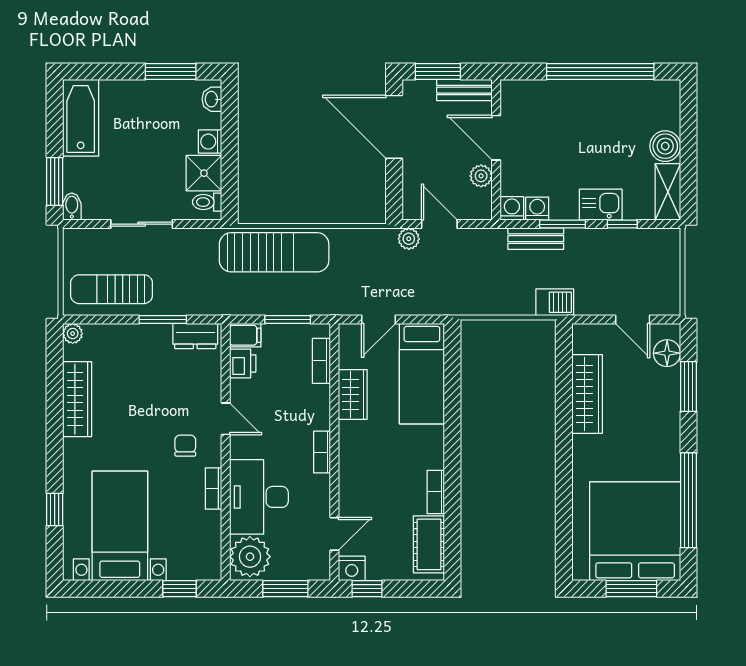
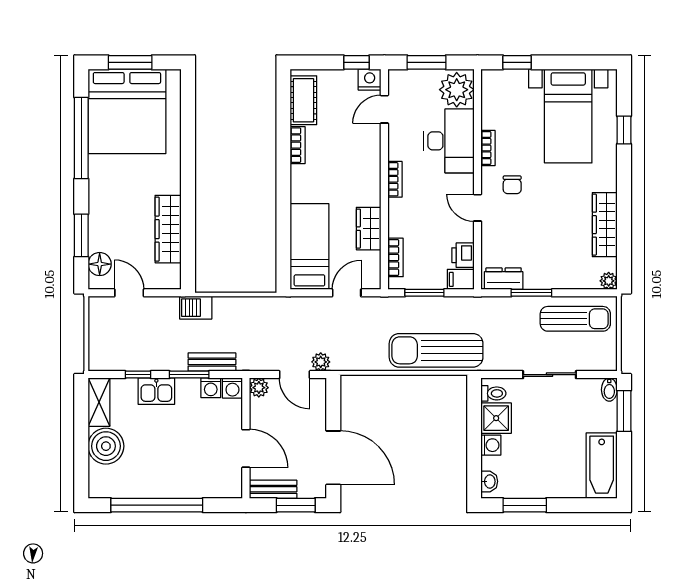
boiler: (665, 146) -> (106, 446), width x1.37, depth x1.37
plant: (481, 176) -> (259, 388), moved

